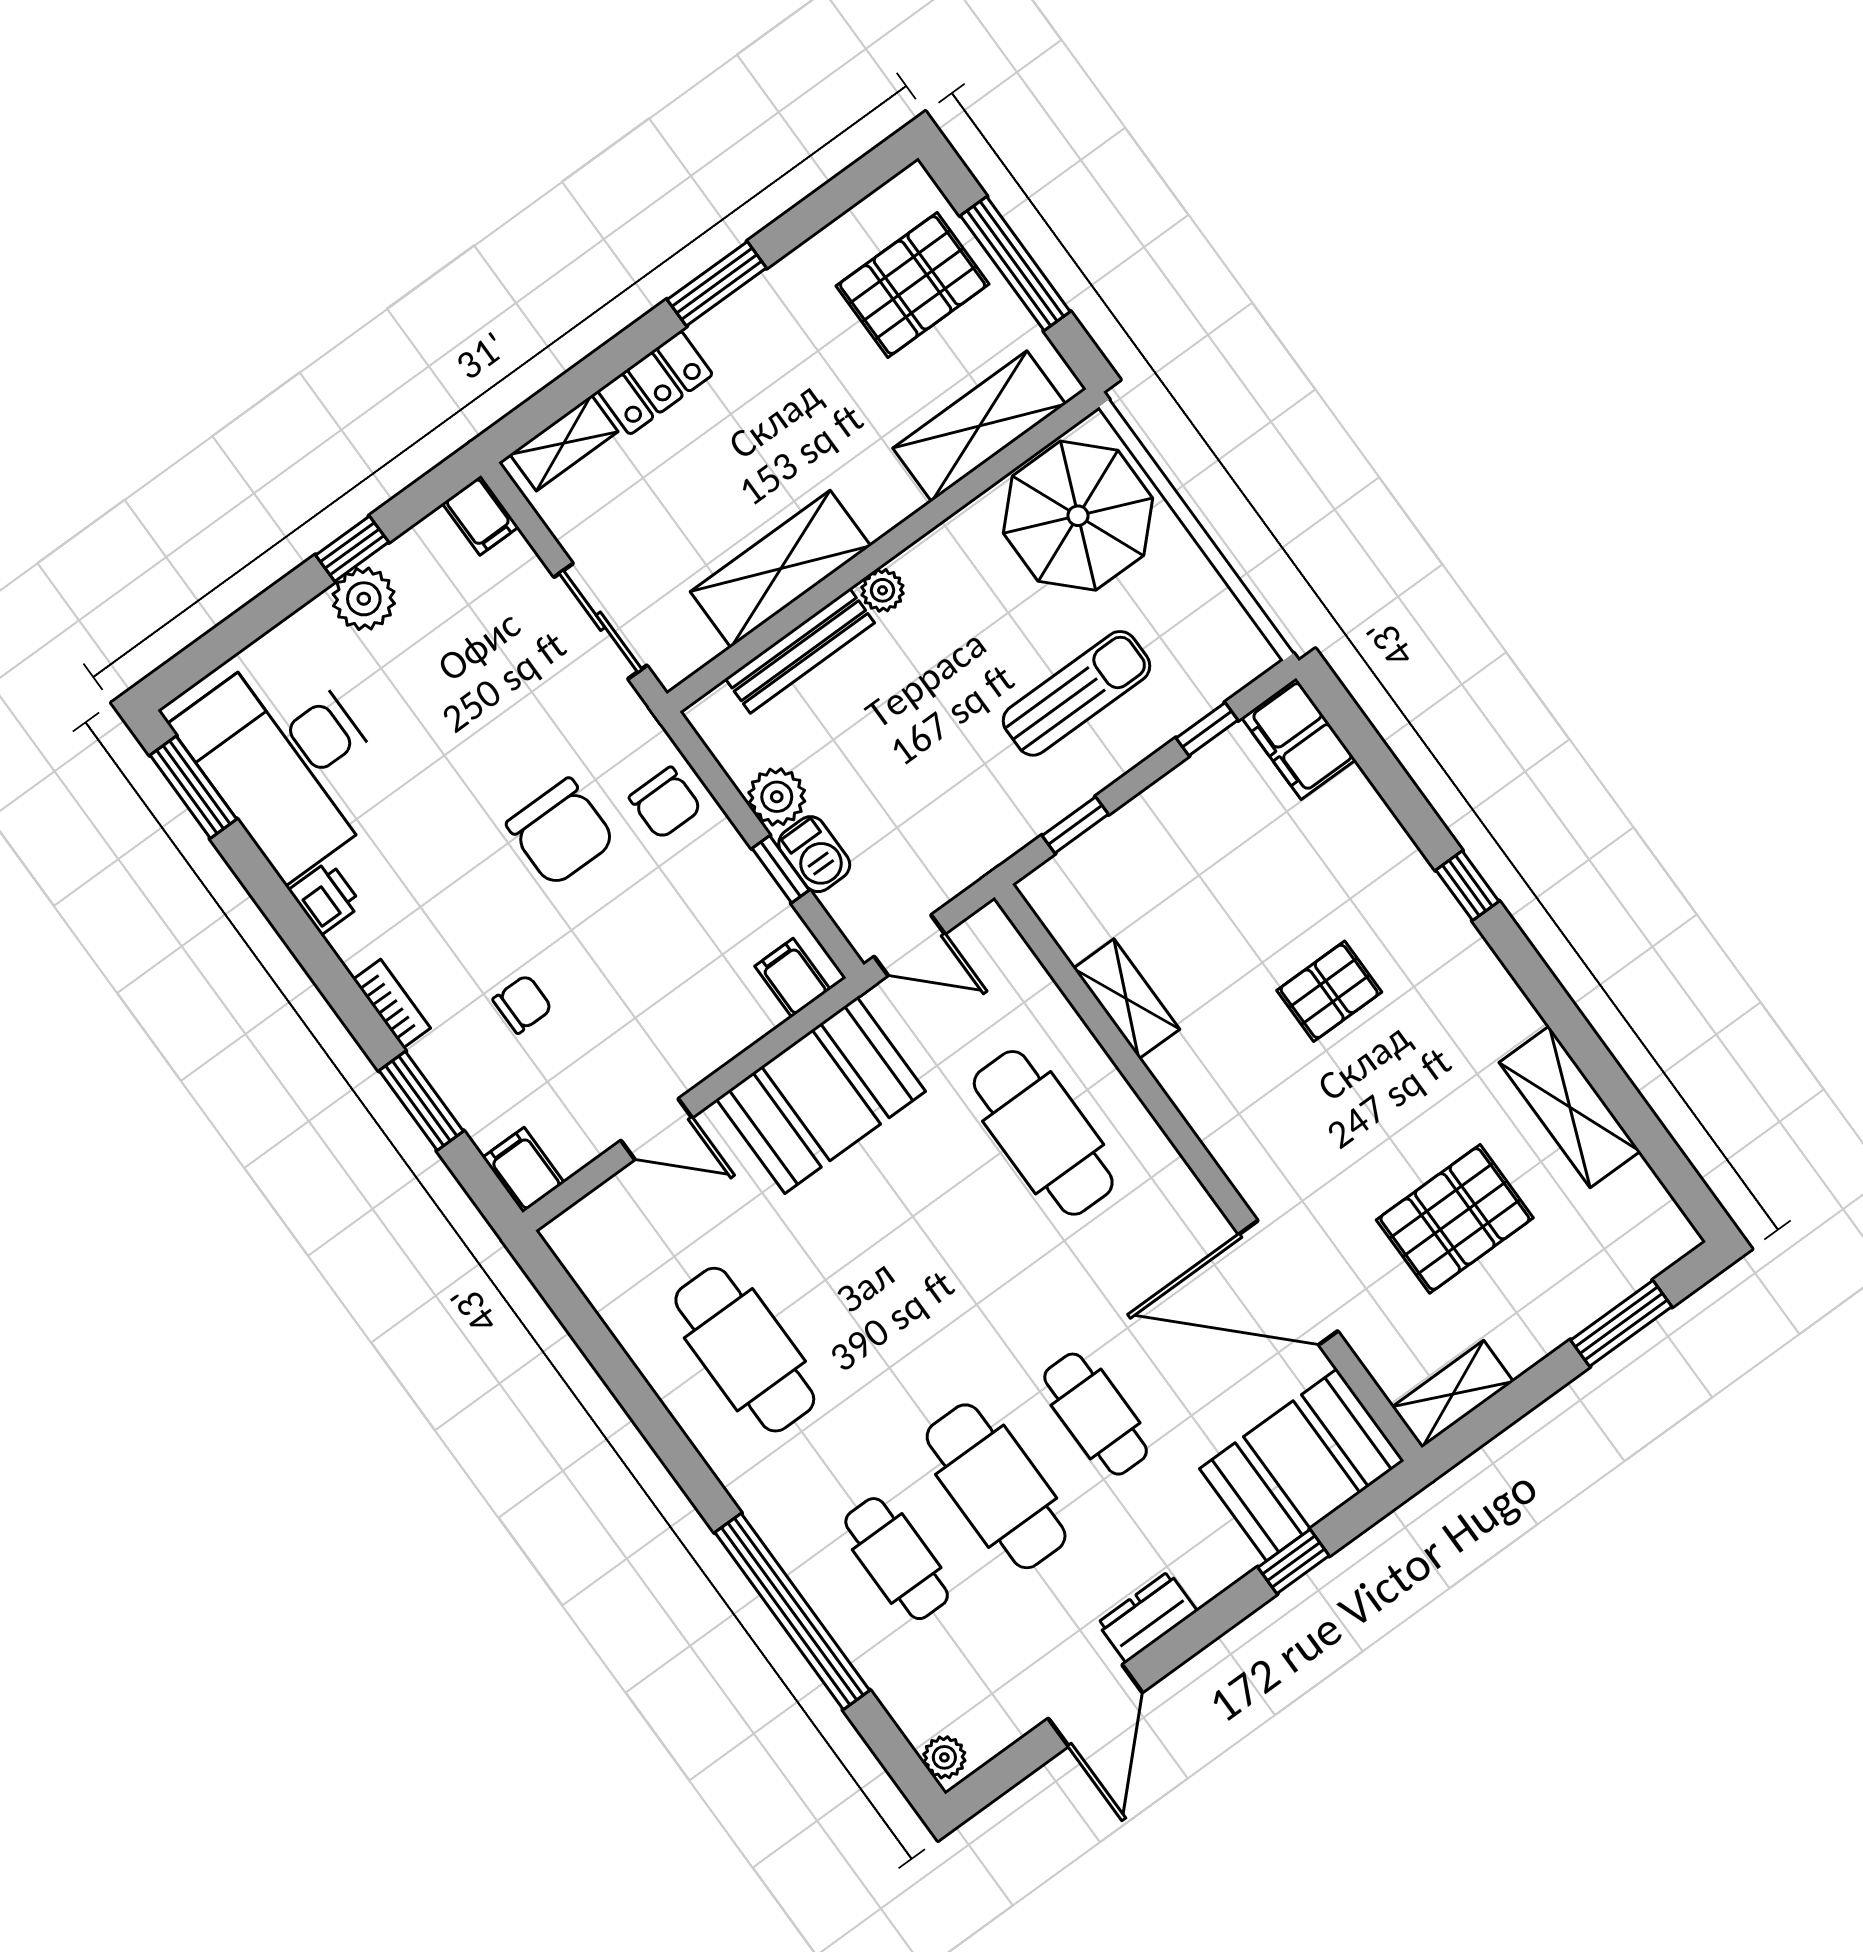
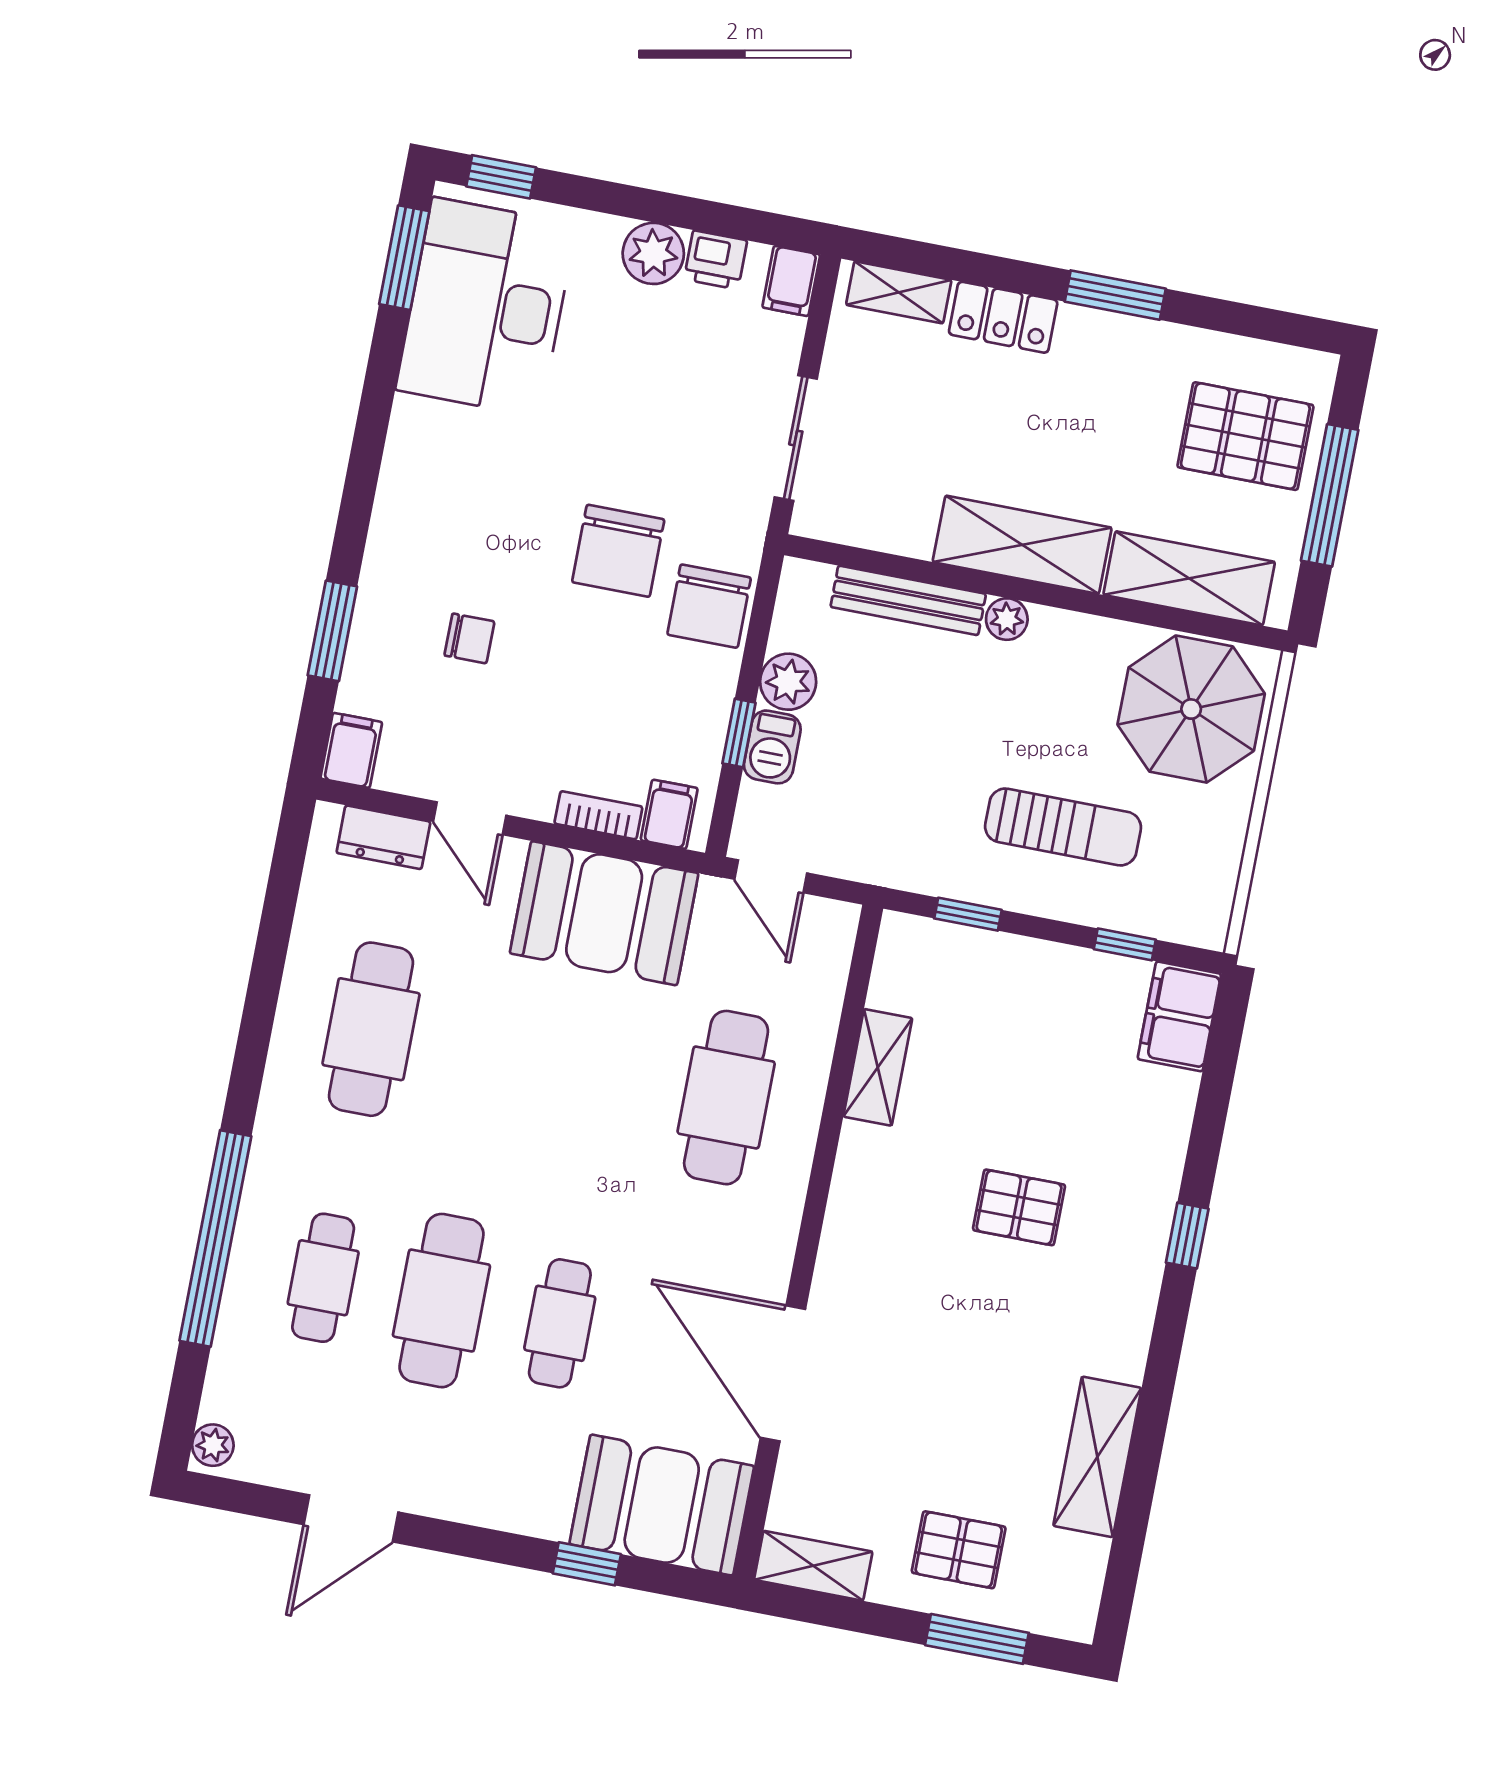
window: (352, 549) -> (501, 177), moved
shelving: (780, 569) -> (1022, 545), moved
chair: (665, 803) -> (709, 606), width x1.37, depth x1.37
printer: (325, 898) -> (716, 260), moved, turned 90
bookcase: (392, 1004) -> (598, 815), moved, turned -90
pallet: (1455, 1219) -> (959, 1550), moved, width x0.67, depth x0.71
dresser: (1147, 1617) -> (383, 837), moved, turned 180

